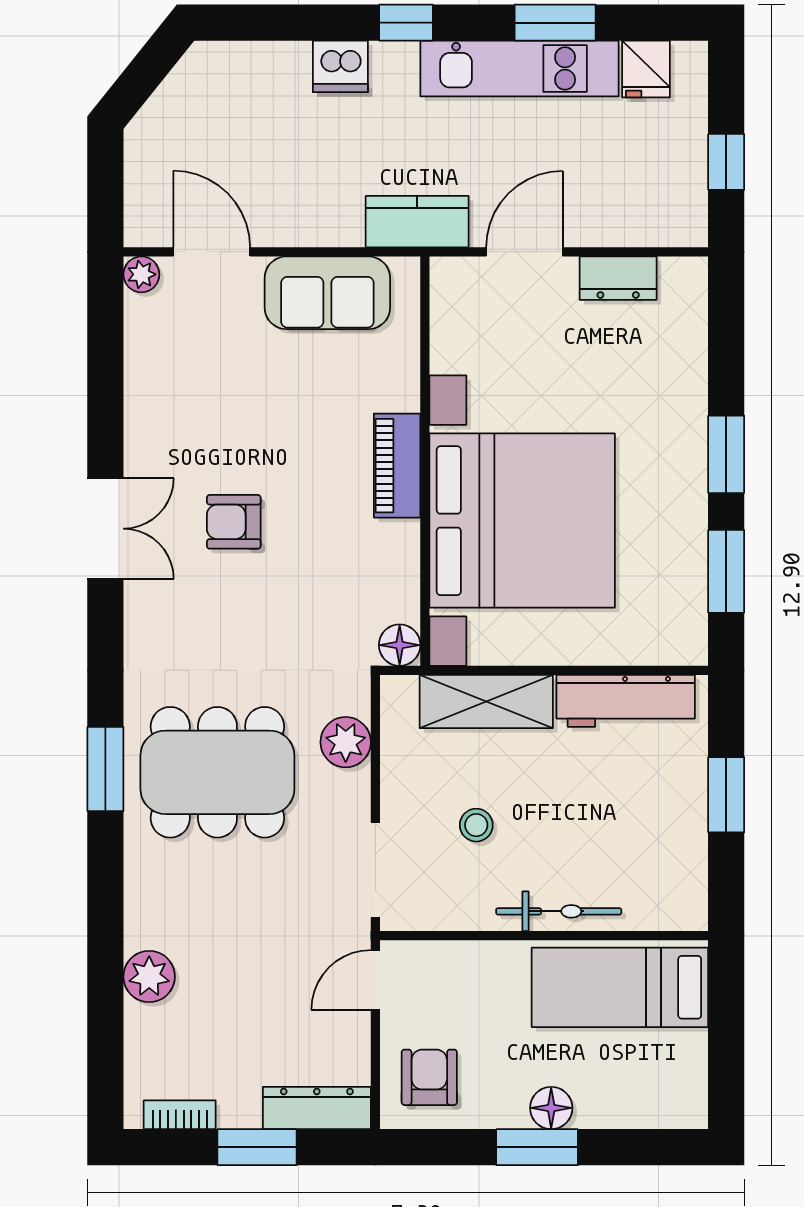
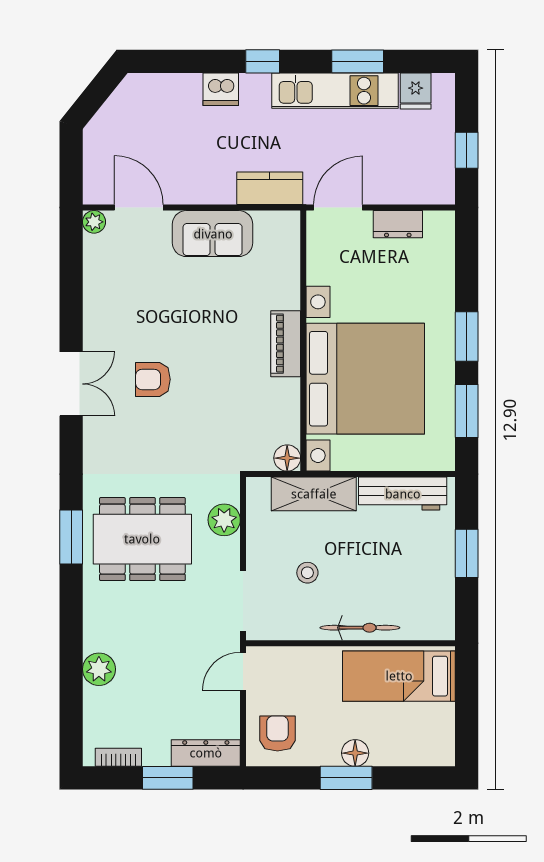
wall: (425, 461) -> (303, 341), moved
piano: (397, 466) -> (286, 344), moved
bed with nightstands: (522, 521) -> (365, 379), moved
floor lamp: (400, 645) -> (287, 458), moved

